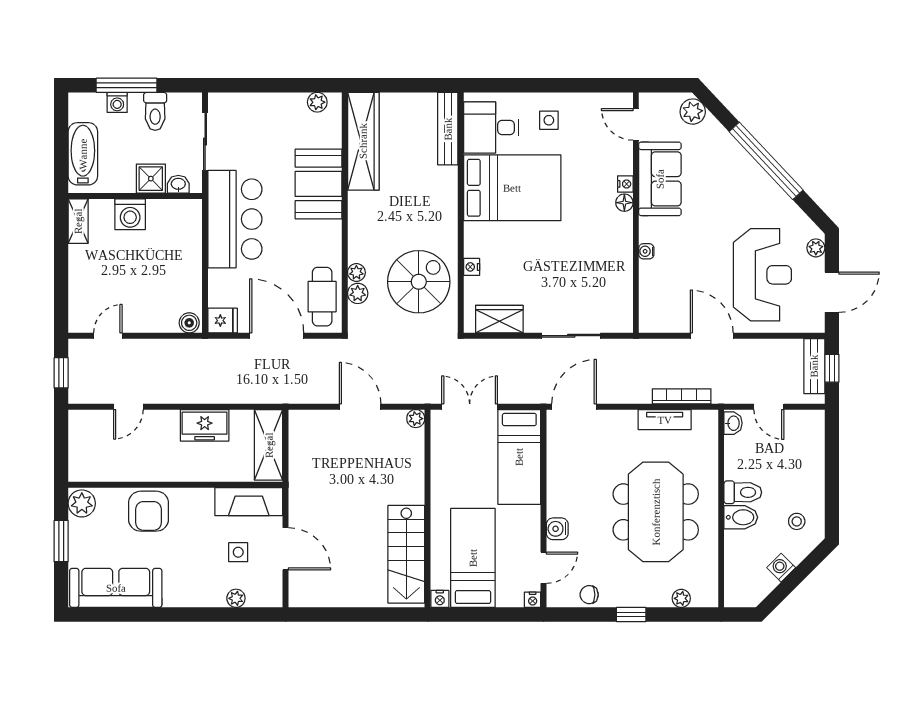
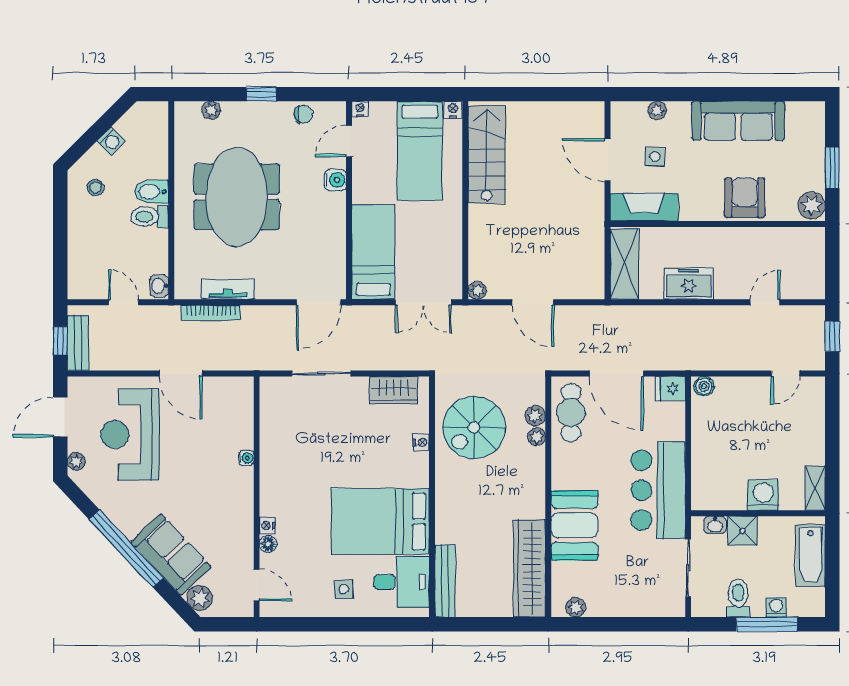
sofa: (660, 179) -> (171, 555), moved, turned 137
floor lamp: (624, 203) -> (268, 544), moved
sofa: (116, 588) -> (738, 121), moved

